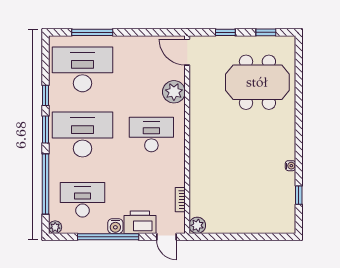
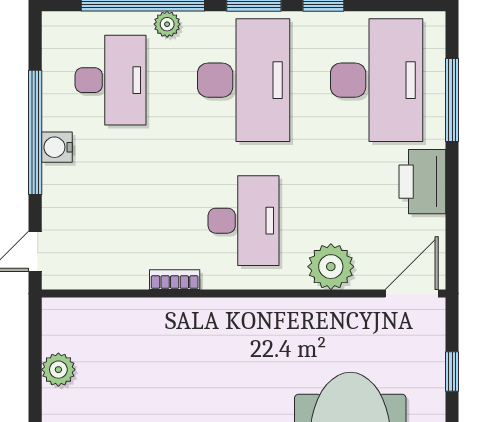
bookcase: (180, 200) -> (175, 280), moved
printer: (140, 222) -> (422, 182), moved, turned 180
plant: (197, 225) -> (58, 370), moved
plant: (55, 227) -> (167, 24), moved

